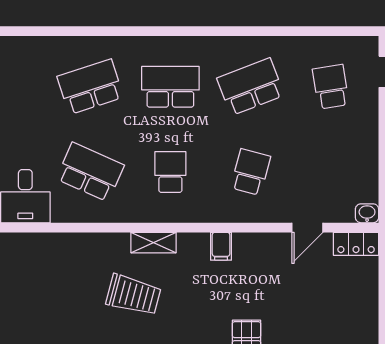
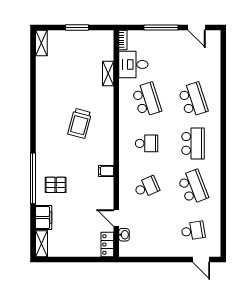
school desk: (90, 172) -> (147, 100), turned -42
school desk: (251, 172) -> (147, 187), turned -39
washbasin: (367, 213) -> (124, 235), moved
shelving: (153, 243) -> (108, 74), moved

